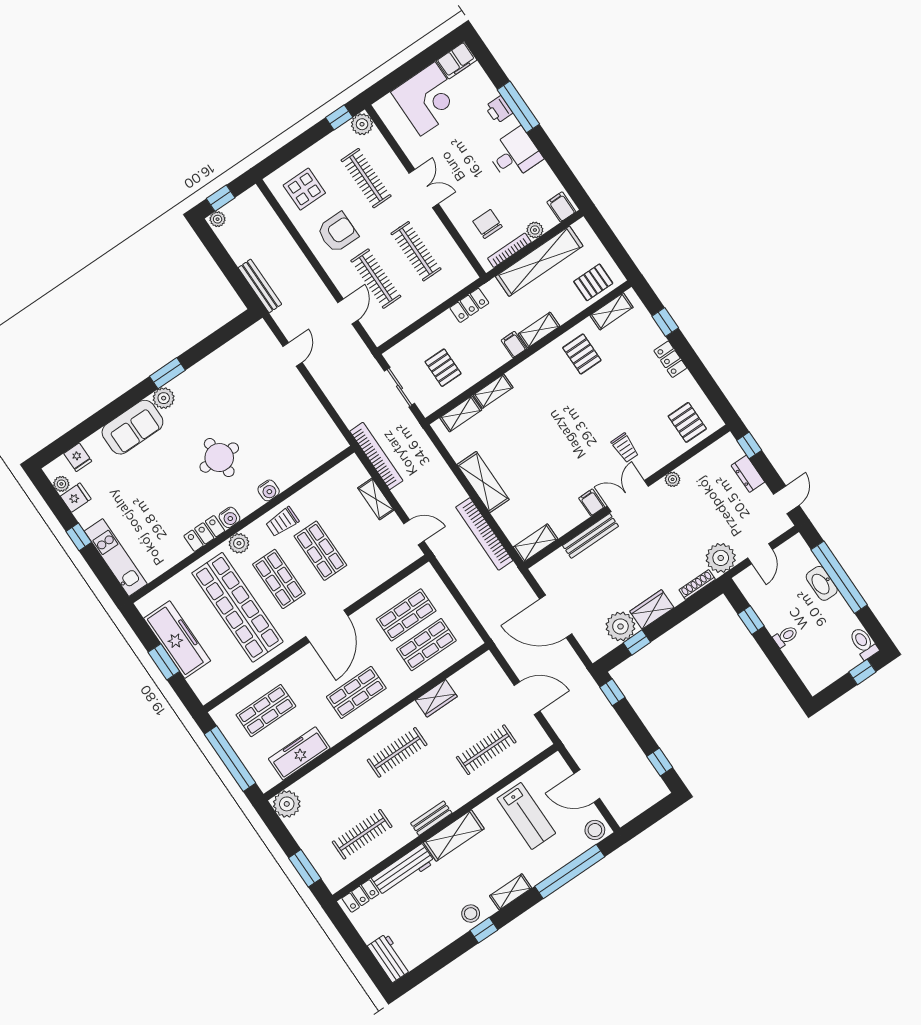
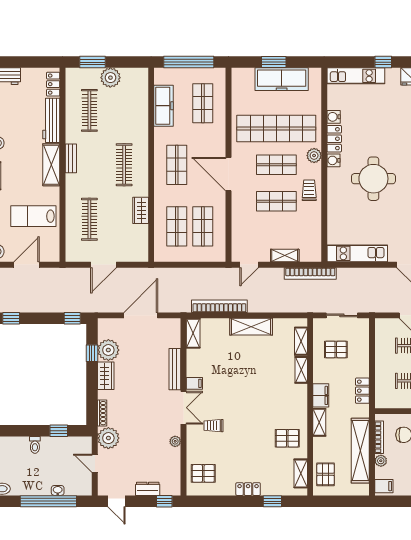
filing cabinet: (514, 345) -> (321, 395), width x2.00
kitchen unit: (317, 418) -> (357, 253), added
round table: (219, 458) -> (373, 179), width x1.36, depth x1.36
water cooler: (269, 490) -> (334, 117), moved
washbasin: (822, 583) -> (58, 490), width x0.52, depth x0.69
plant: (287, 804) -> (110, 78), moved

